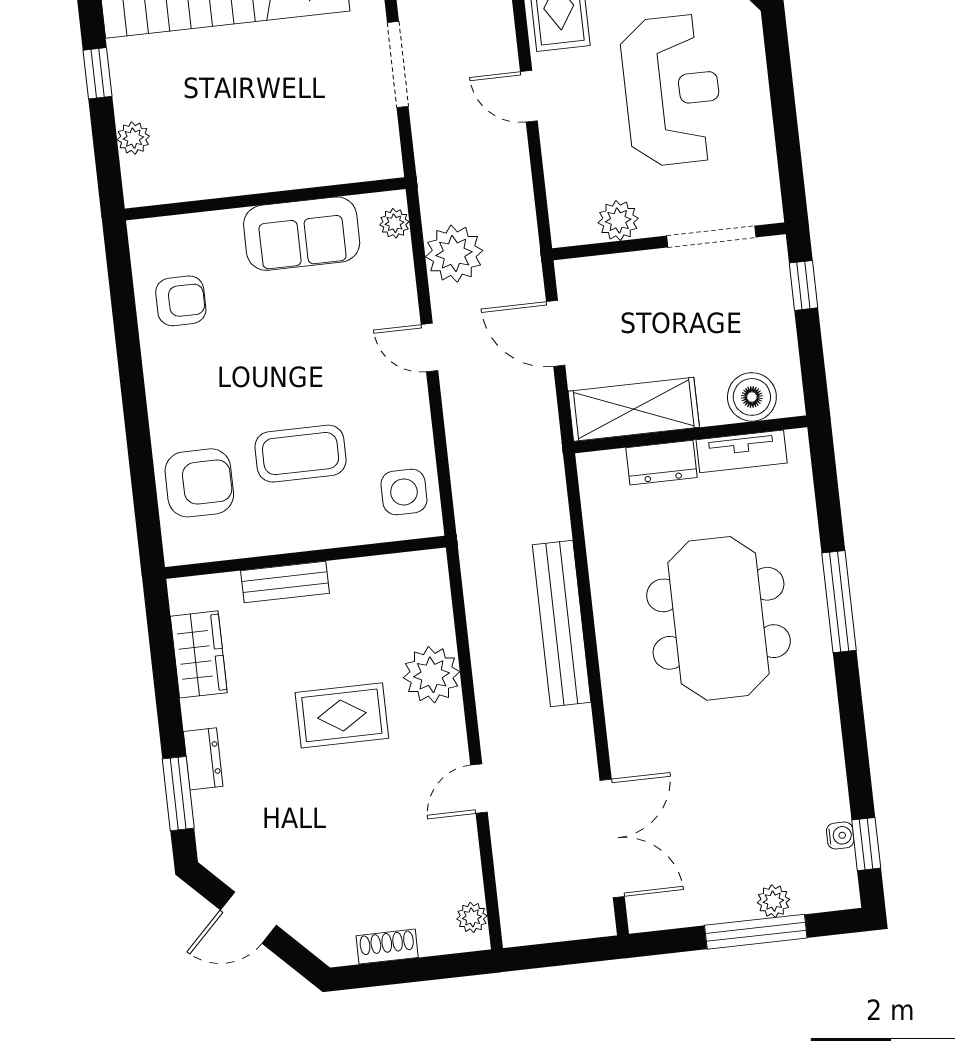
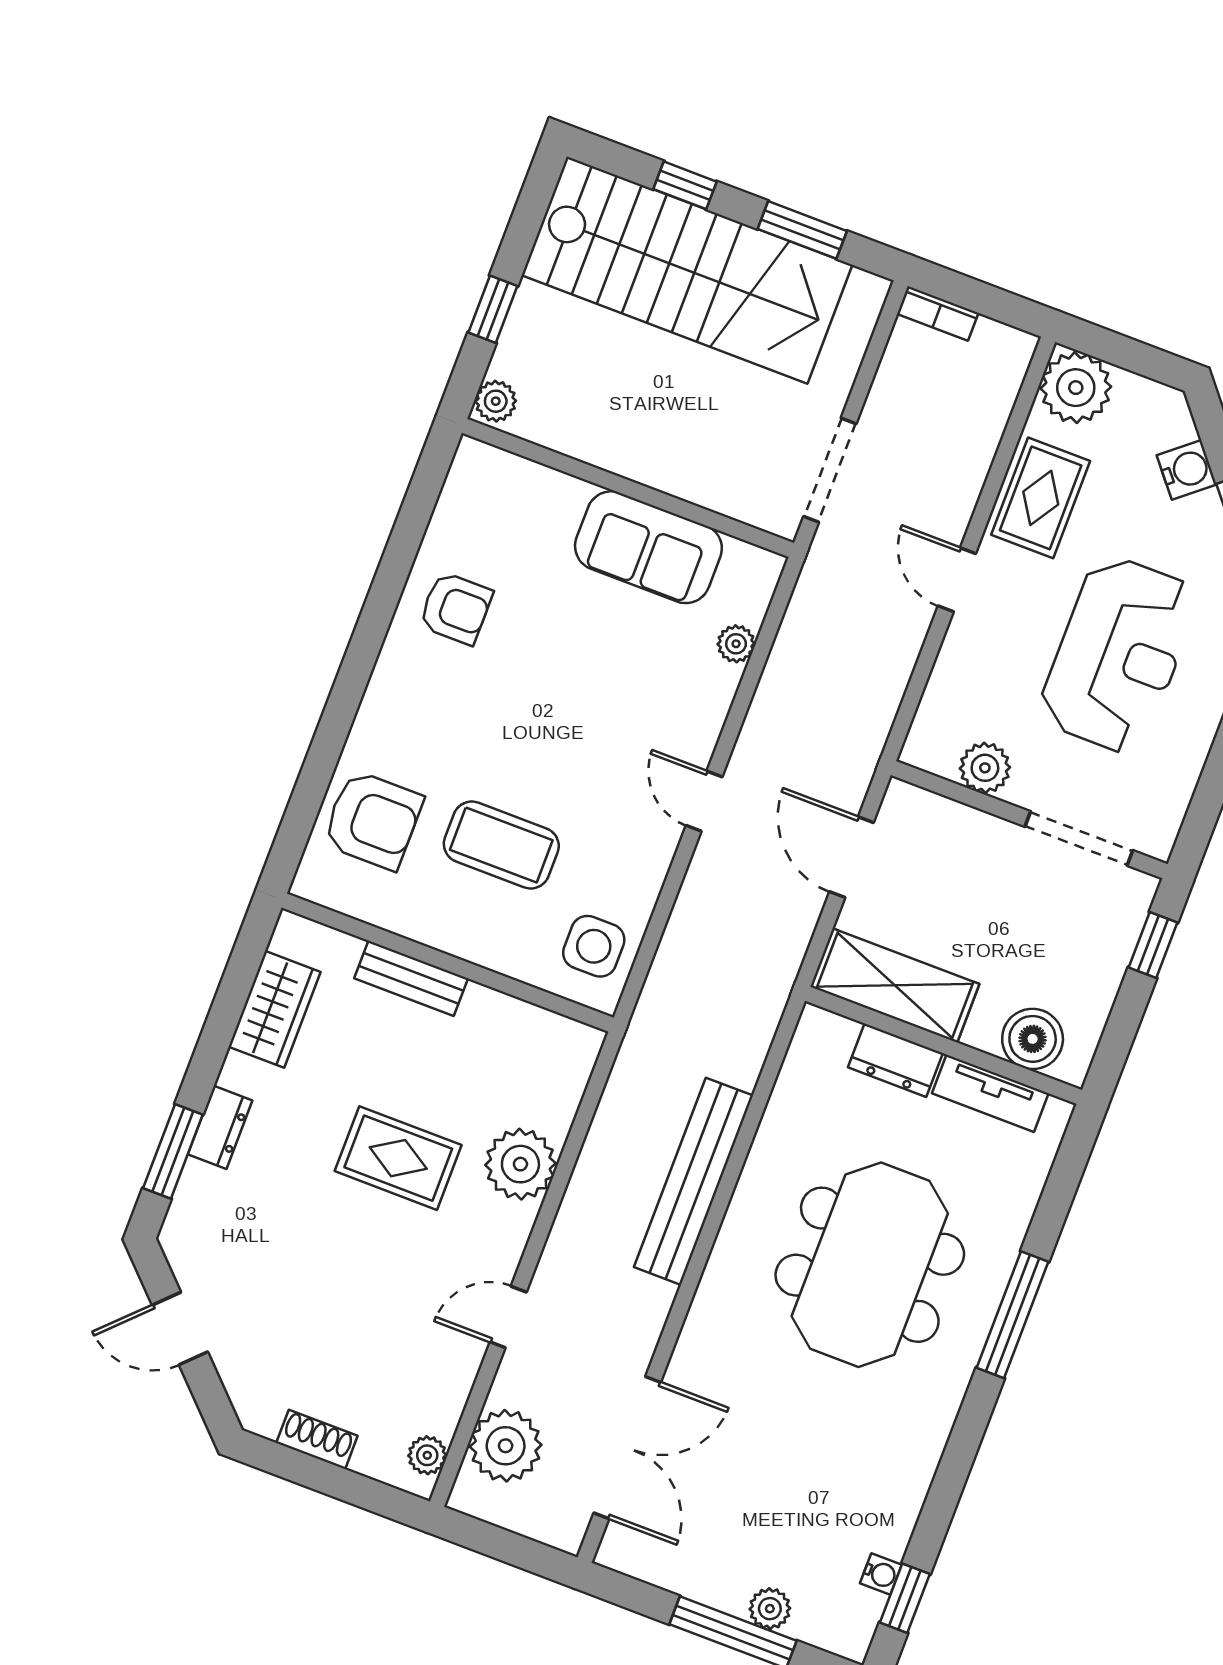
wall: (265, 199) -> (628, 488), moved
sofa: (302, 234) -> (648, 547), moved
plant: (454, 254) -> (506, 1446), moved

